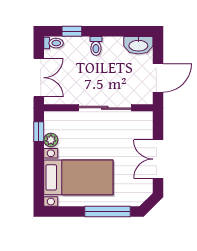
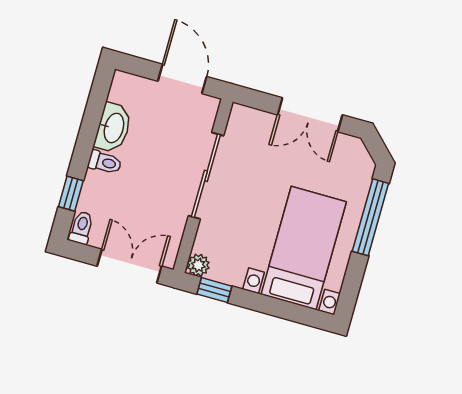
washbasin: (138, 45) -> (113, 128), moved
plant: (51, 140) -> (198, 265), moved

